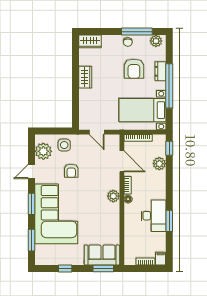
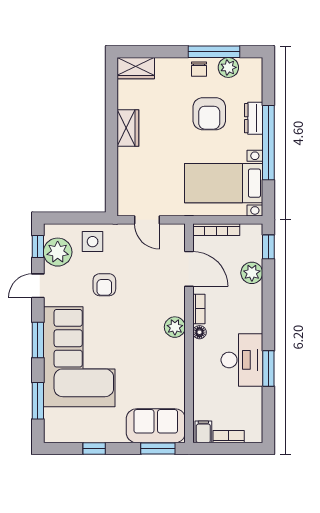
plant: (156, 41) -> (228, 67), moved
window: (32, 148) -> (38, 246), added
filing cabinet: (161, 259) -> (203, 432), moved

